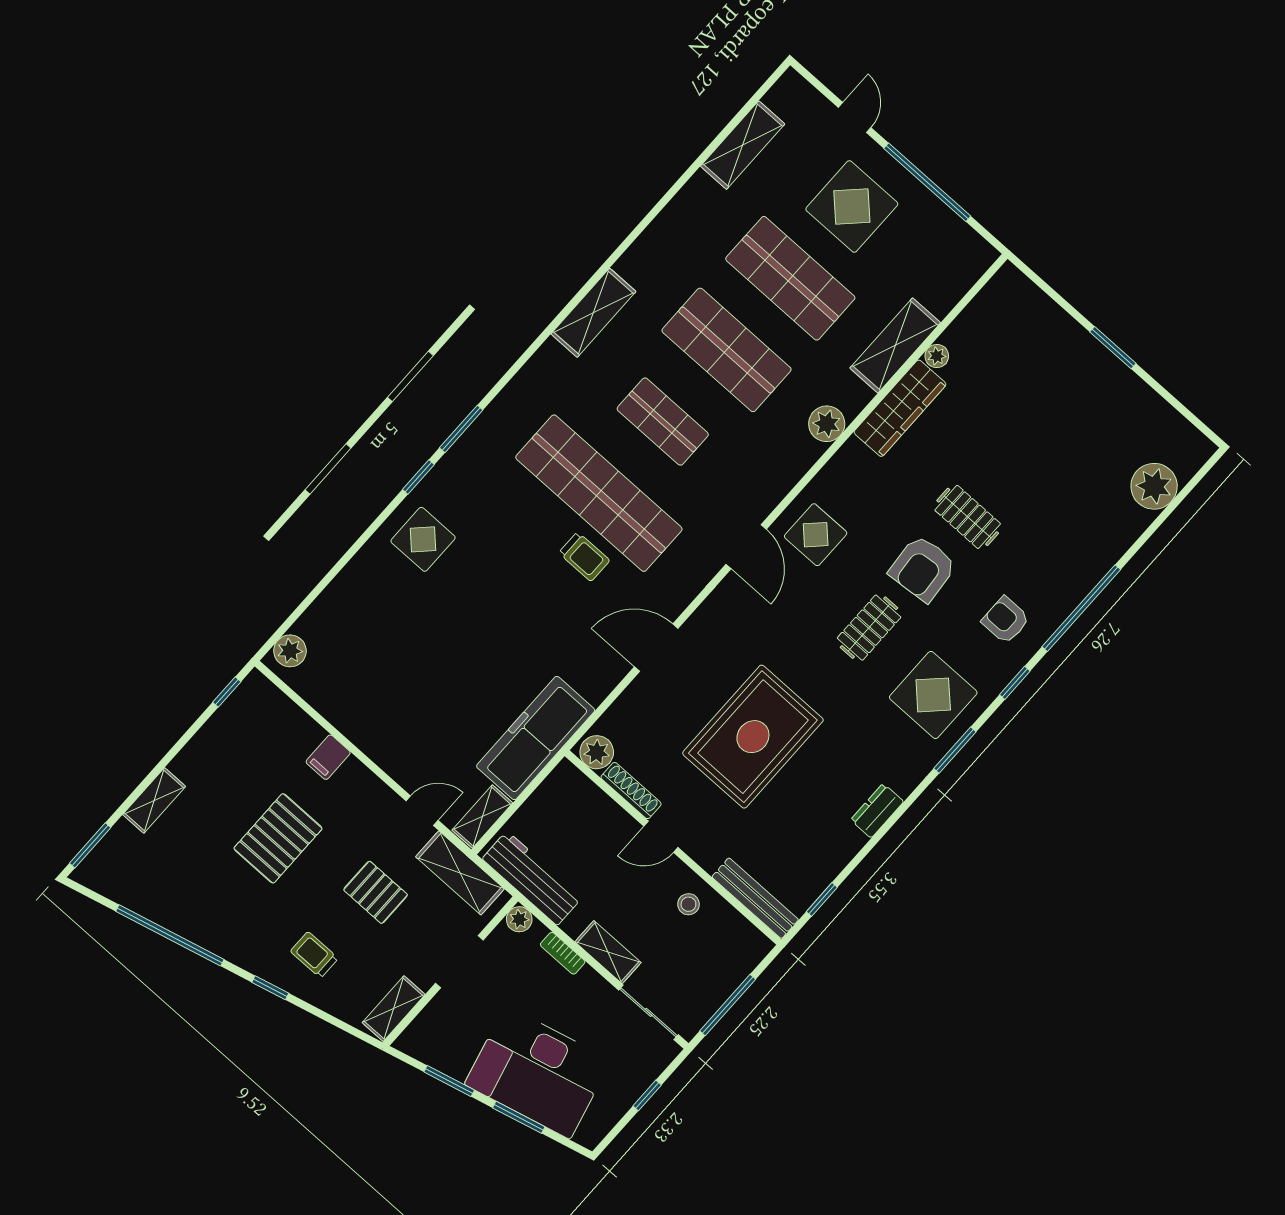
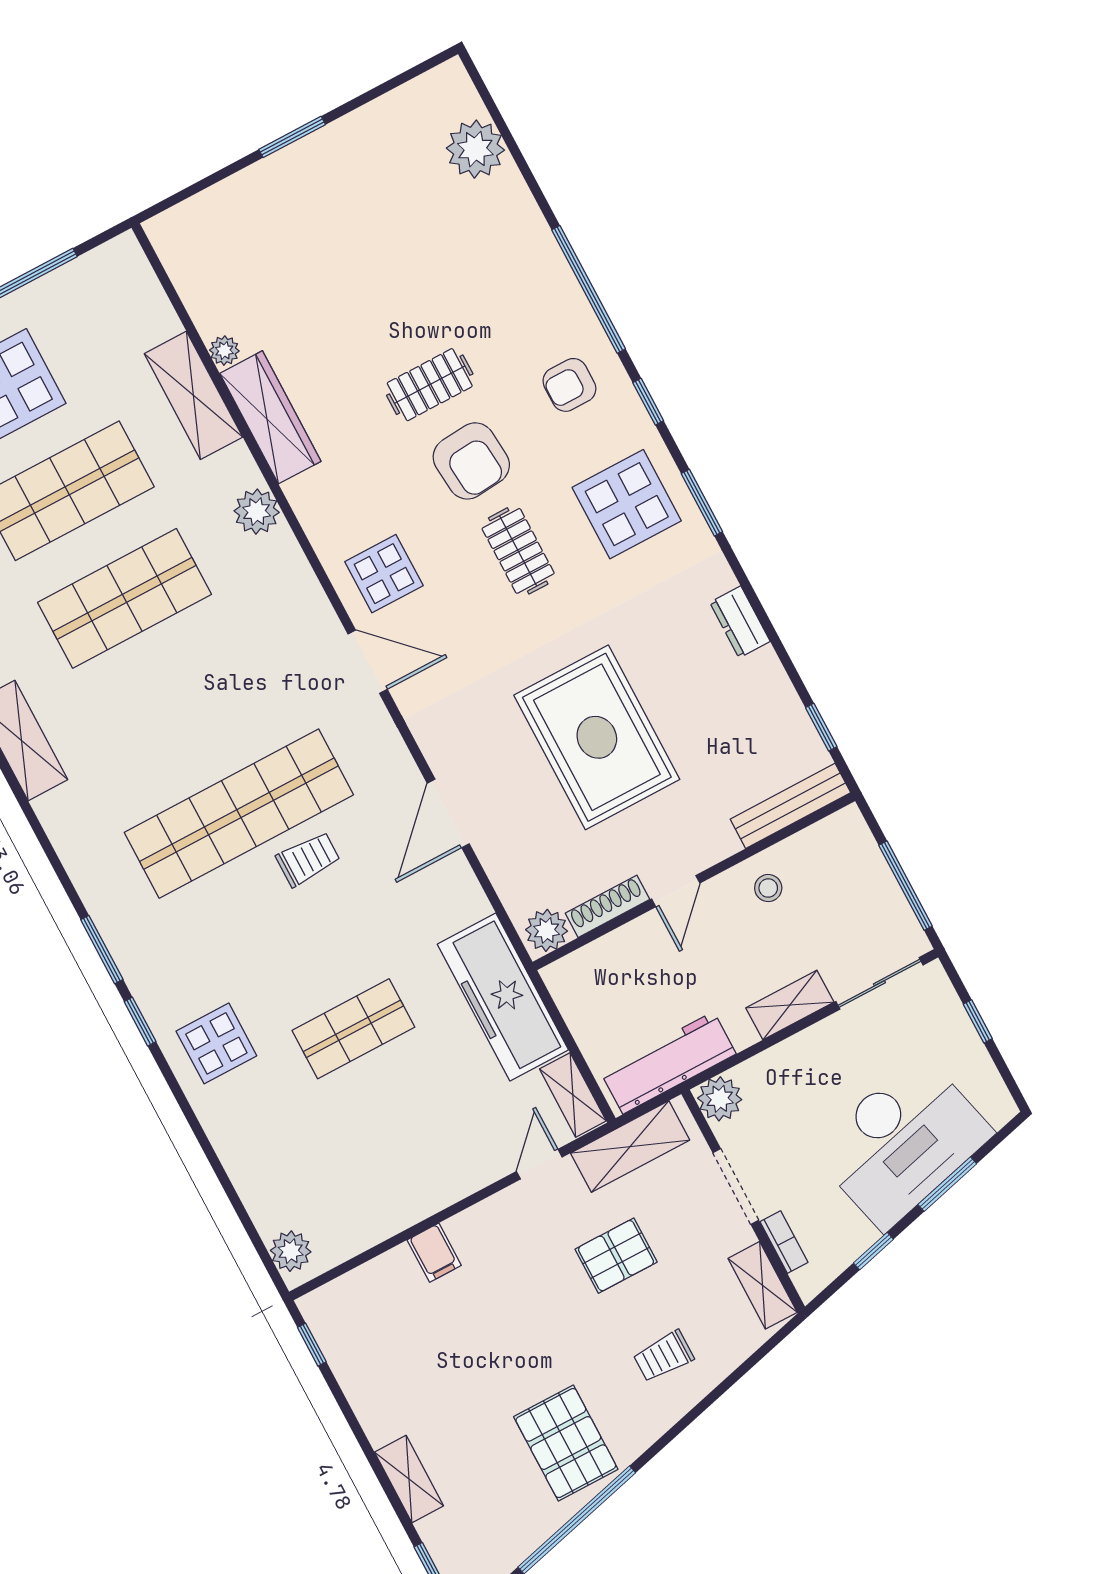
shop shelf: (663, 422) -> (353, 1029), moved
pallet: (278, 838) -> (566, 1443), moved
plant: (519, 919) -> (720, 1099), width x1.38, depth x1.38
bookcase: (563, 953) -> (784, 1242), moved, turned -90
window: (270, 988) -> (683, 1423), removed
window: (449, 1081) -> (873, 1251), width x0.67

